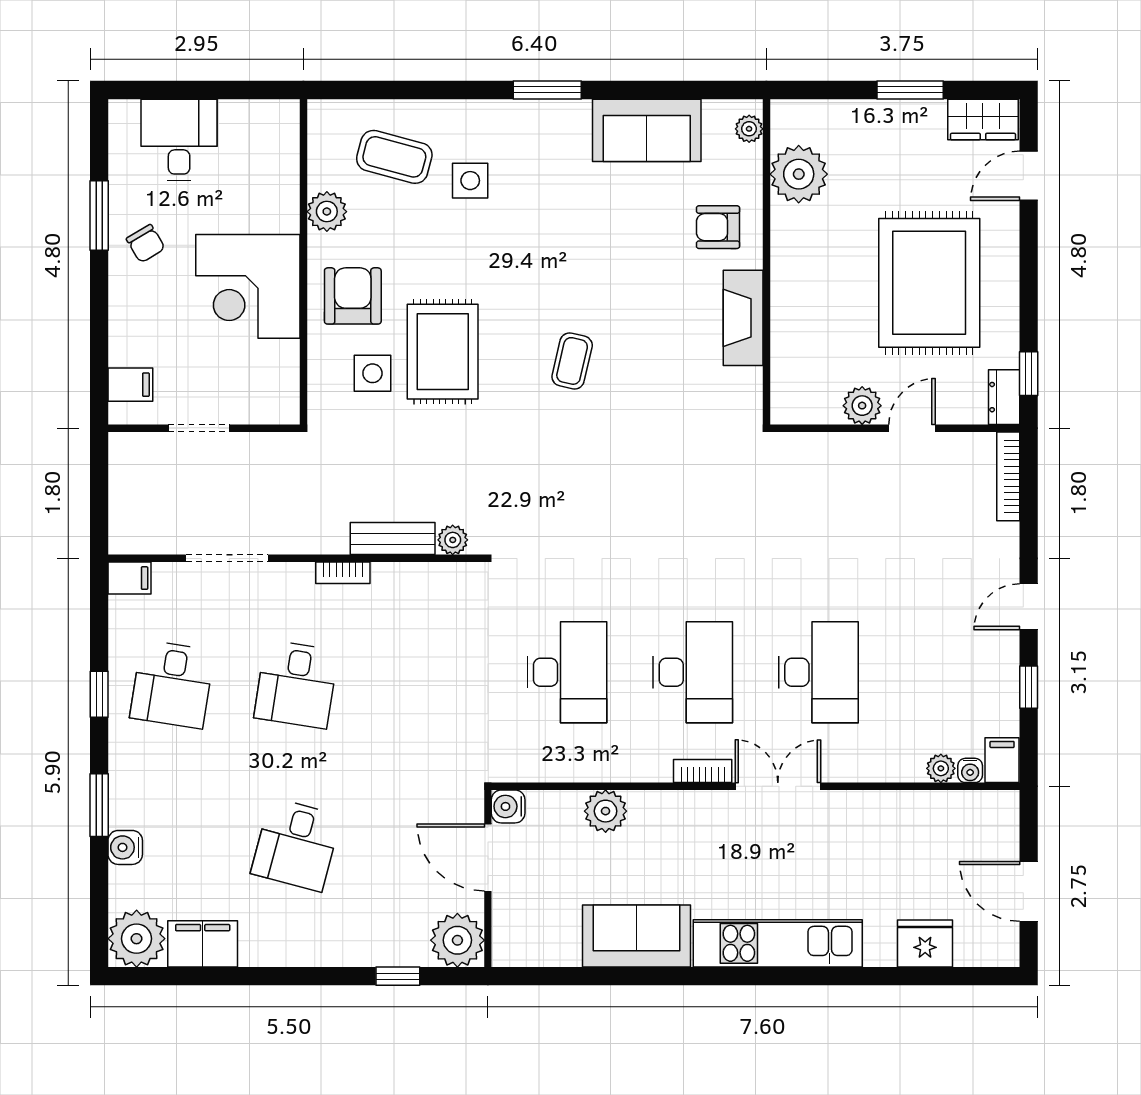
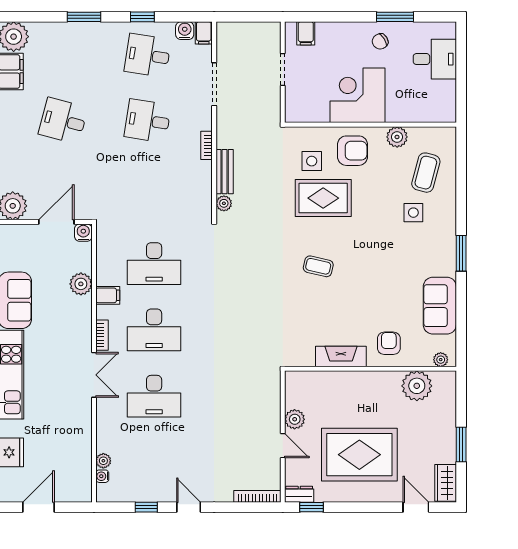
filing cabinet: (1002, 760) -> (108, 295), moved
water cooler: (125, 847) -> (185, 31), moved

